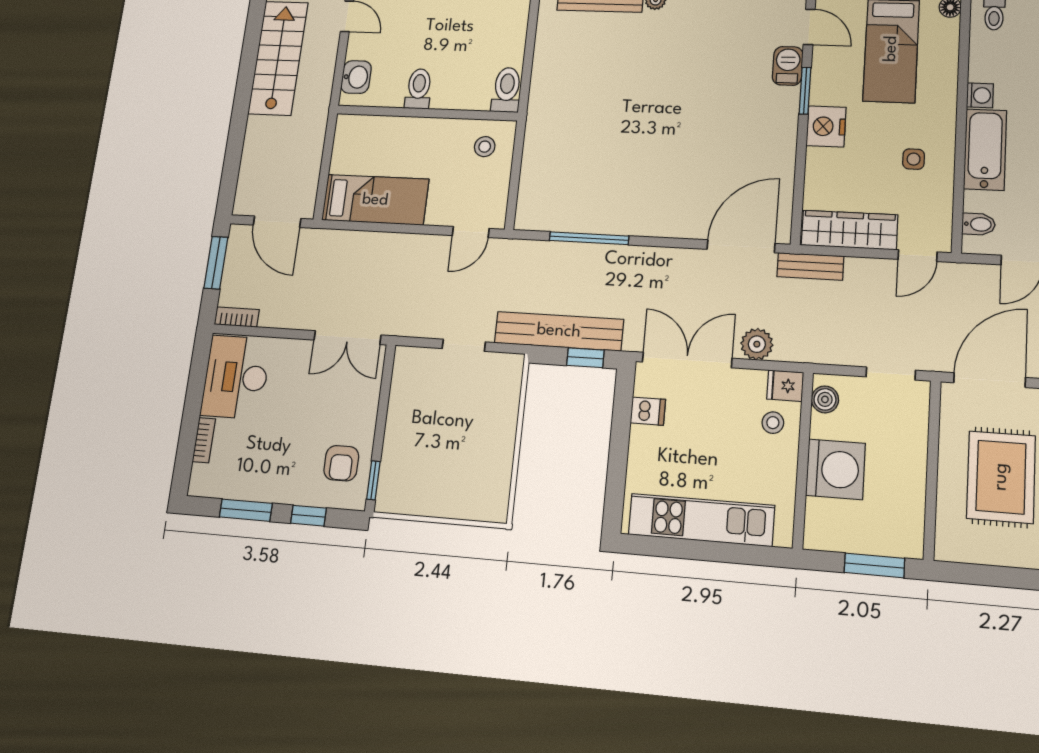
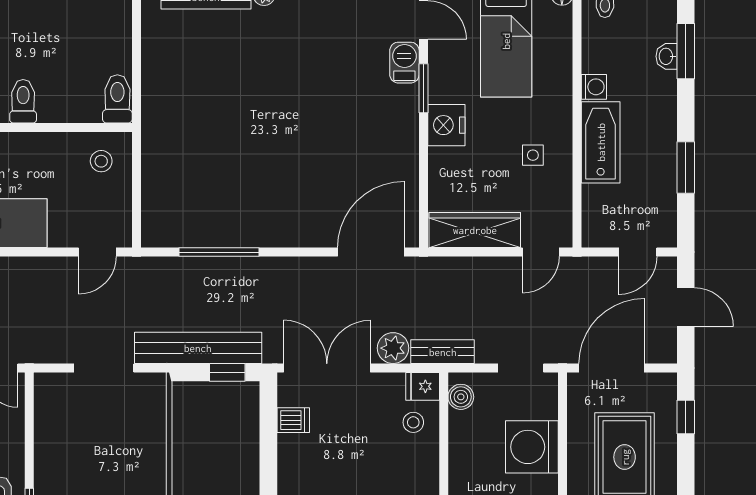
bidet: (979, 224) -> (597, 218), removed
bench: (810, 266) -> (443, 352), moved
doorway: (464, 345) -> (104, 368), width x1.38
washing machine: (836, 469) -> (532, 447), moved, turned 180

